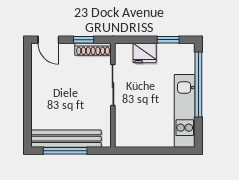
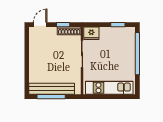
door: (48, 40) -> (40, 25), swing flipped
fridge: (145, 53) -> (91, 33), moved
kitchen unit: (185, 111) -> (109, 88), moved, turned 90

